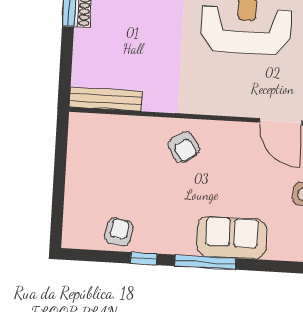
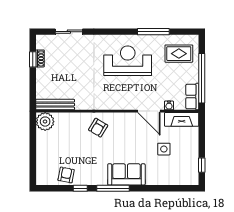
plant: (85, 130) -> (45, 122), added
armchair: (184, 147) -> (98, 128), turned 63

